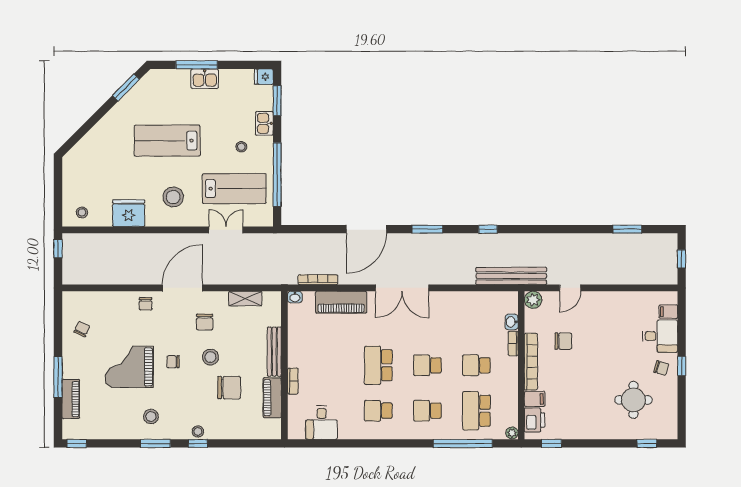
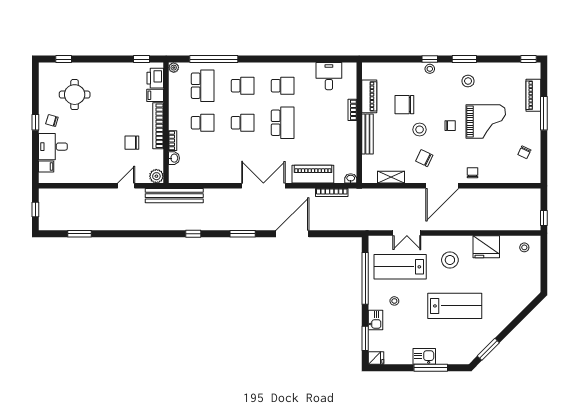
chair: (205, 322) -> (424, 158), turned -64

